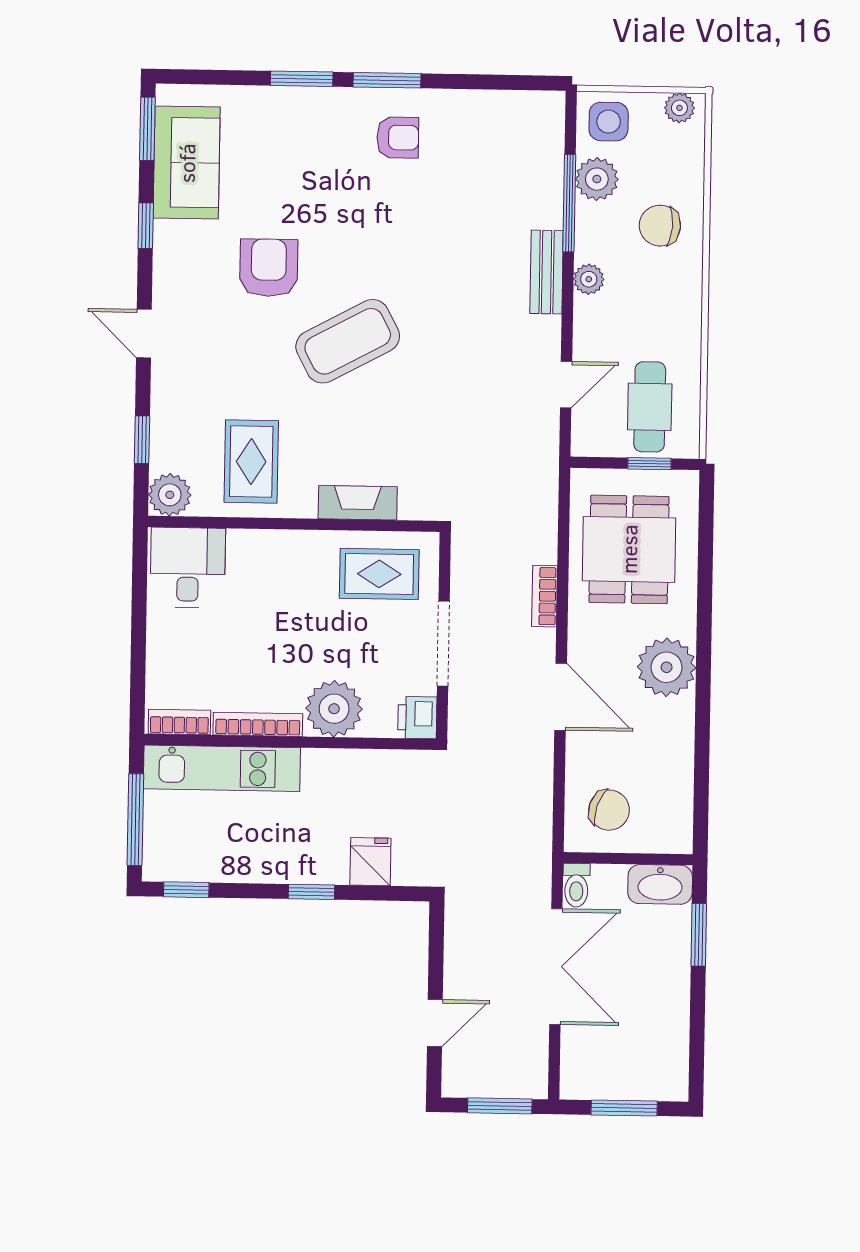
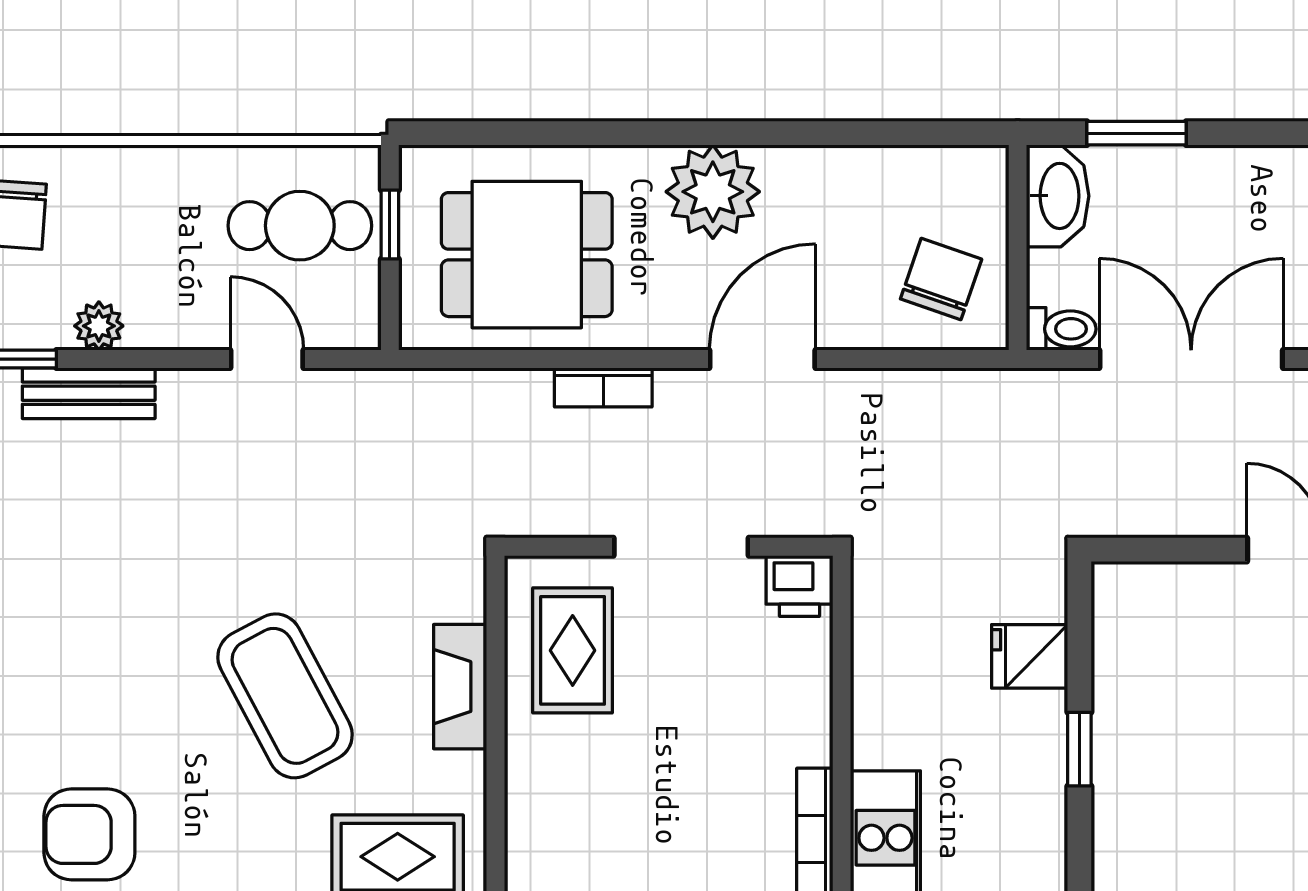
coffee table: (348, 341) -> (285, 696), moved
plant: (334, 709) -> (788, 718), removed

